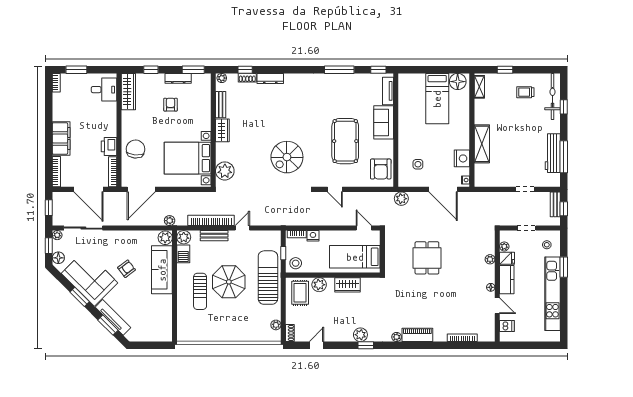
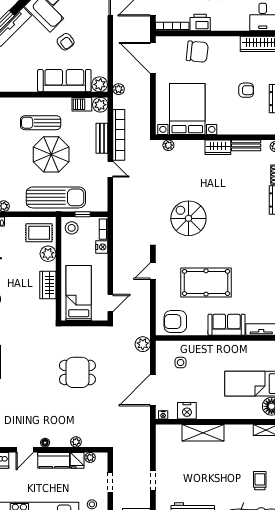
plant: (225, 171) -> (168, 145), width x0.53, depth x0.53

